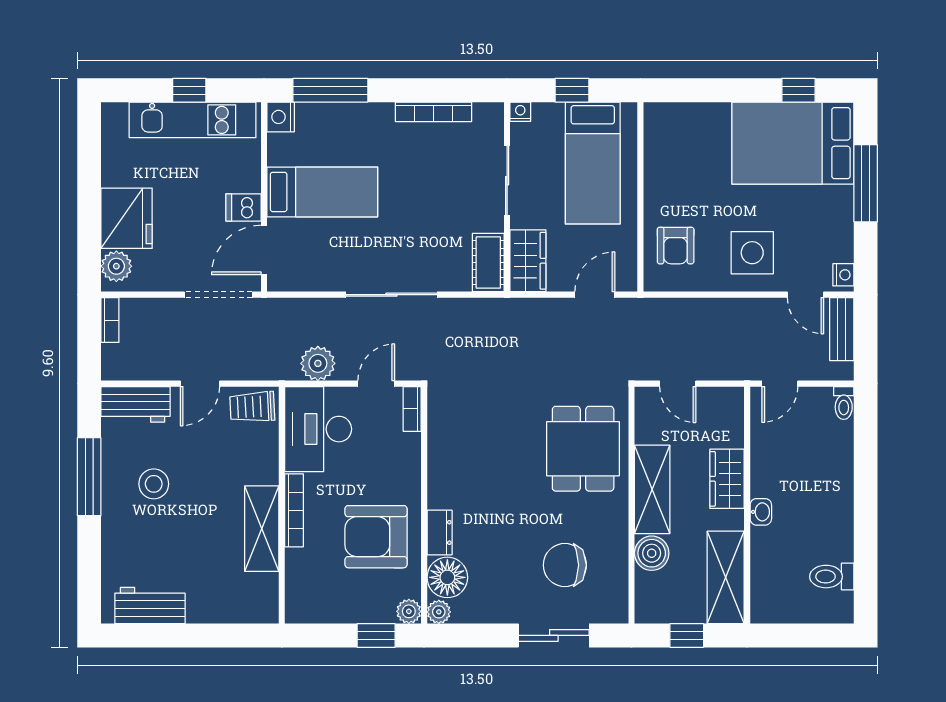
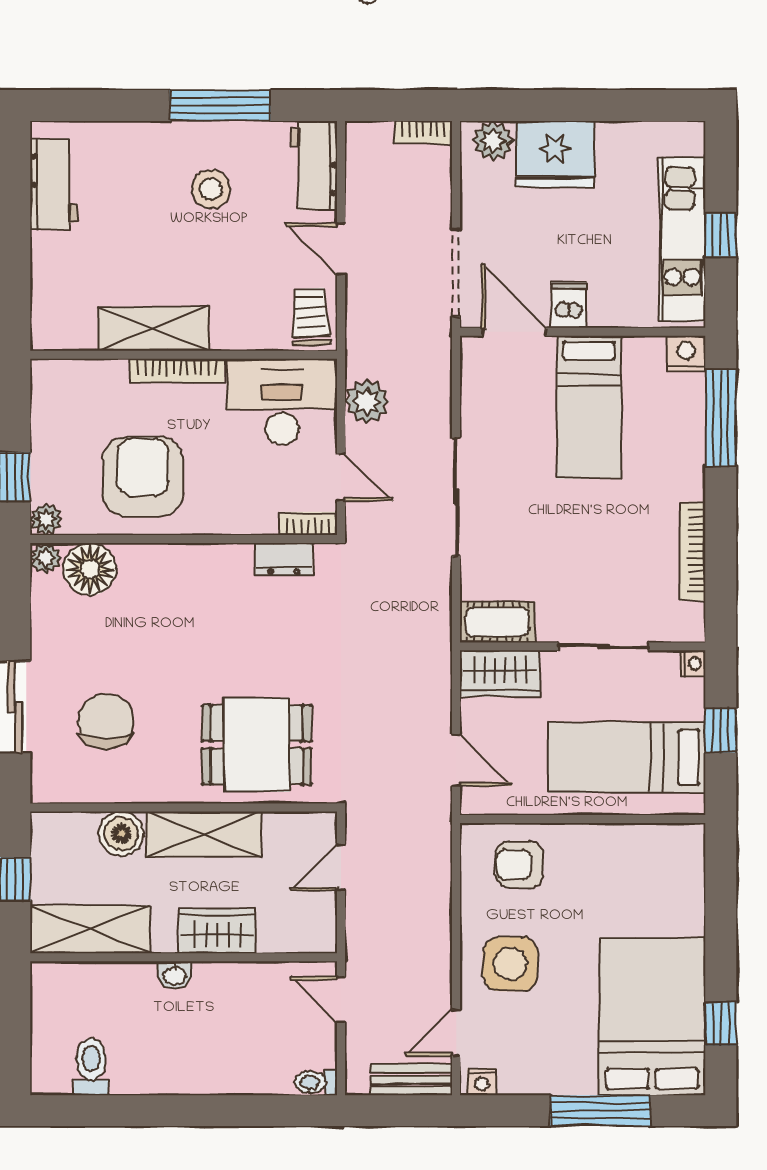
dresser: (440, 532) -> (284, 559), moved

